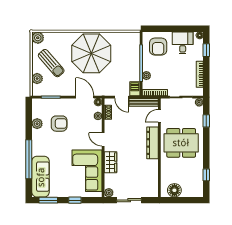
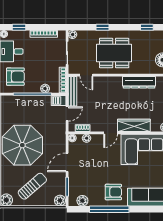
plant: (37, 79) -> (60, 201), moved
door: (85, 97) -> (67, 162), moved
window: (206, 121) -> (102, 27), moved
plant: (37, 124) -> (82, 201), moved
armchair: (59, 124) -> (113, 192), moved, turned 90
dresser: (153, 143) -> (139, 82), moved
dining table: (181, 143) -> (114, 53), turned 90
window: (29, 159) -> (109, 209), moved
wardrobe: (111, 162) -> (134, 125), width x1.50

